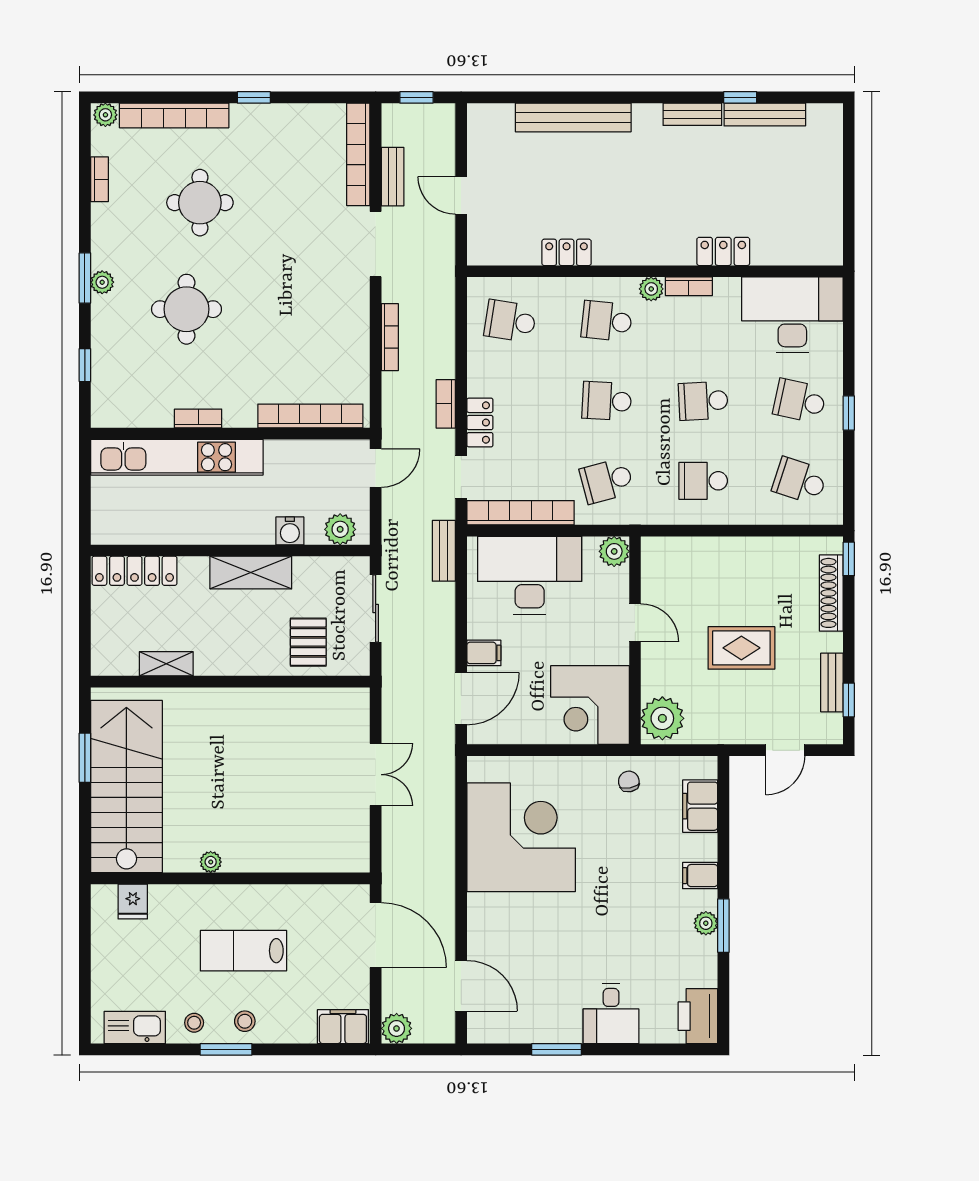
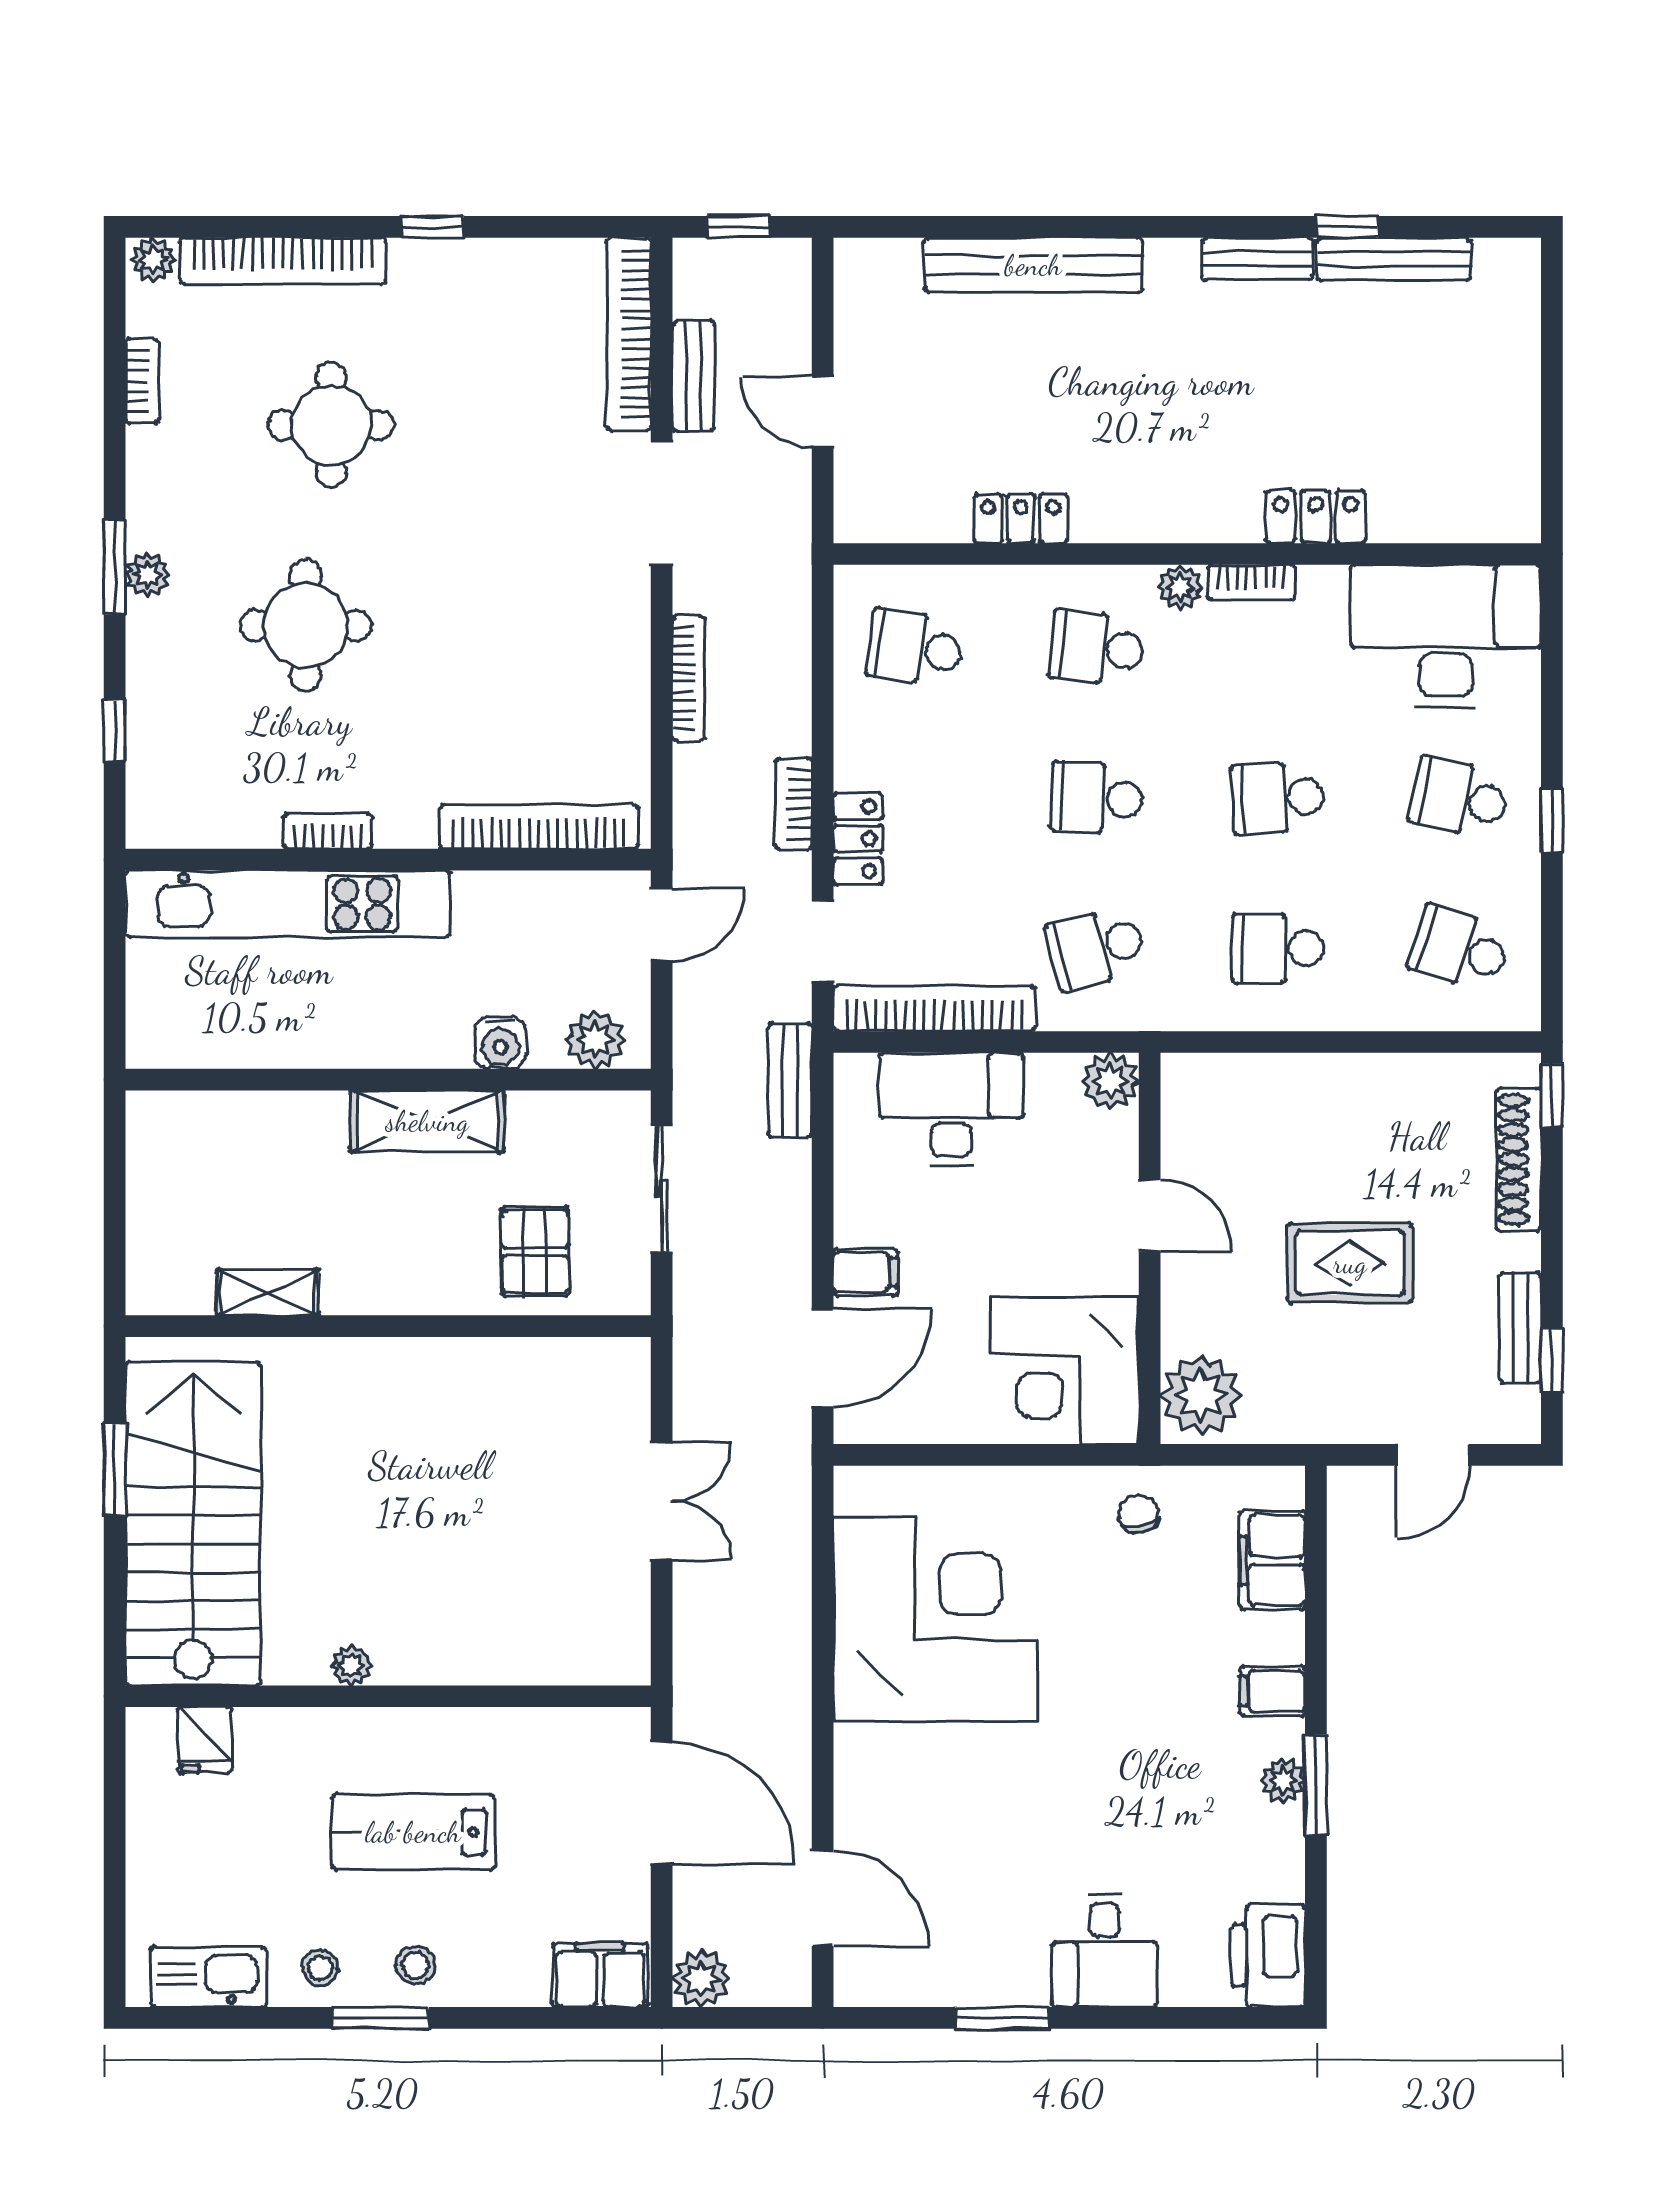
locker: (134, 571) -> (208, 1118), removed
desk: (530, 575) -> (951, 1109), width x0.73, depth x0.77

